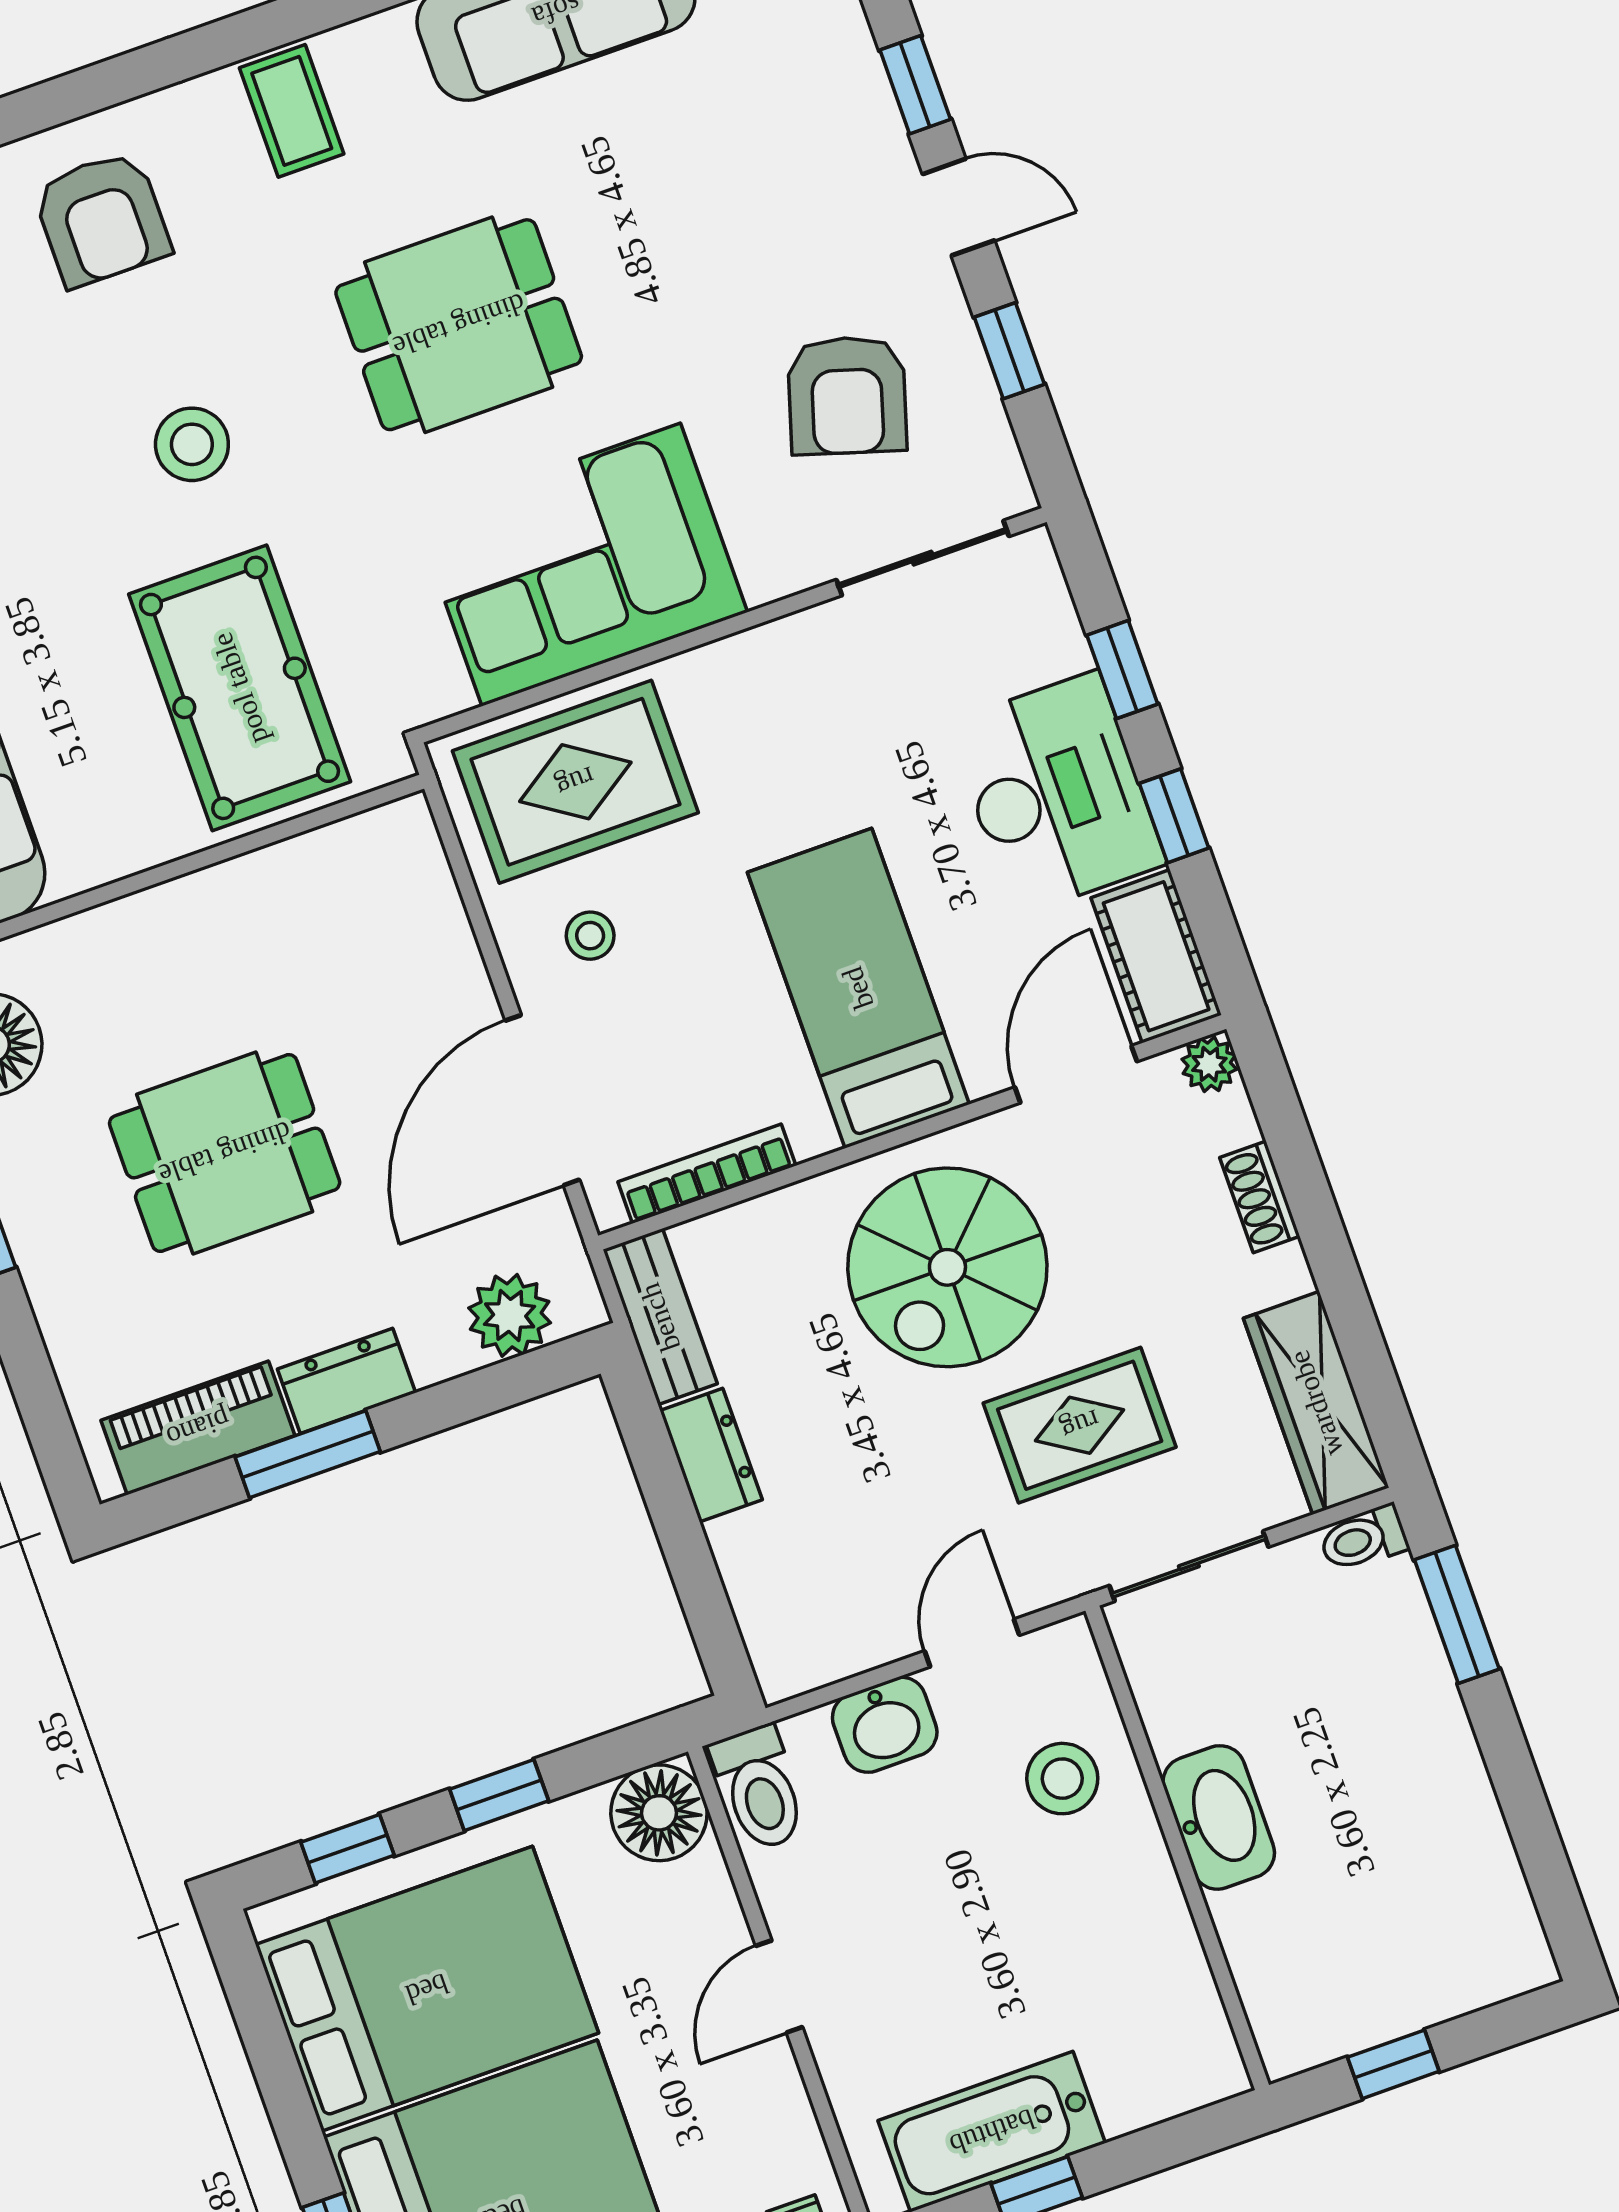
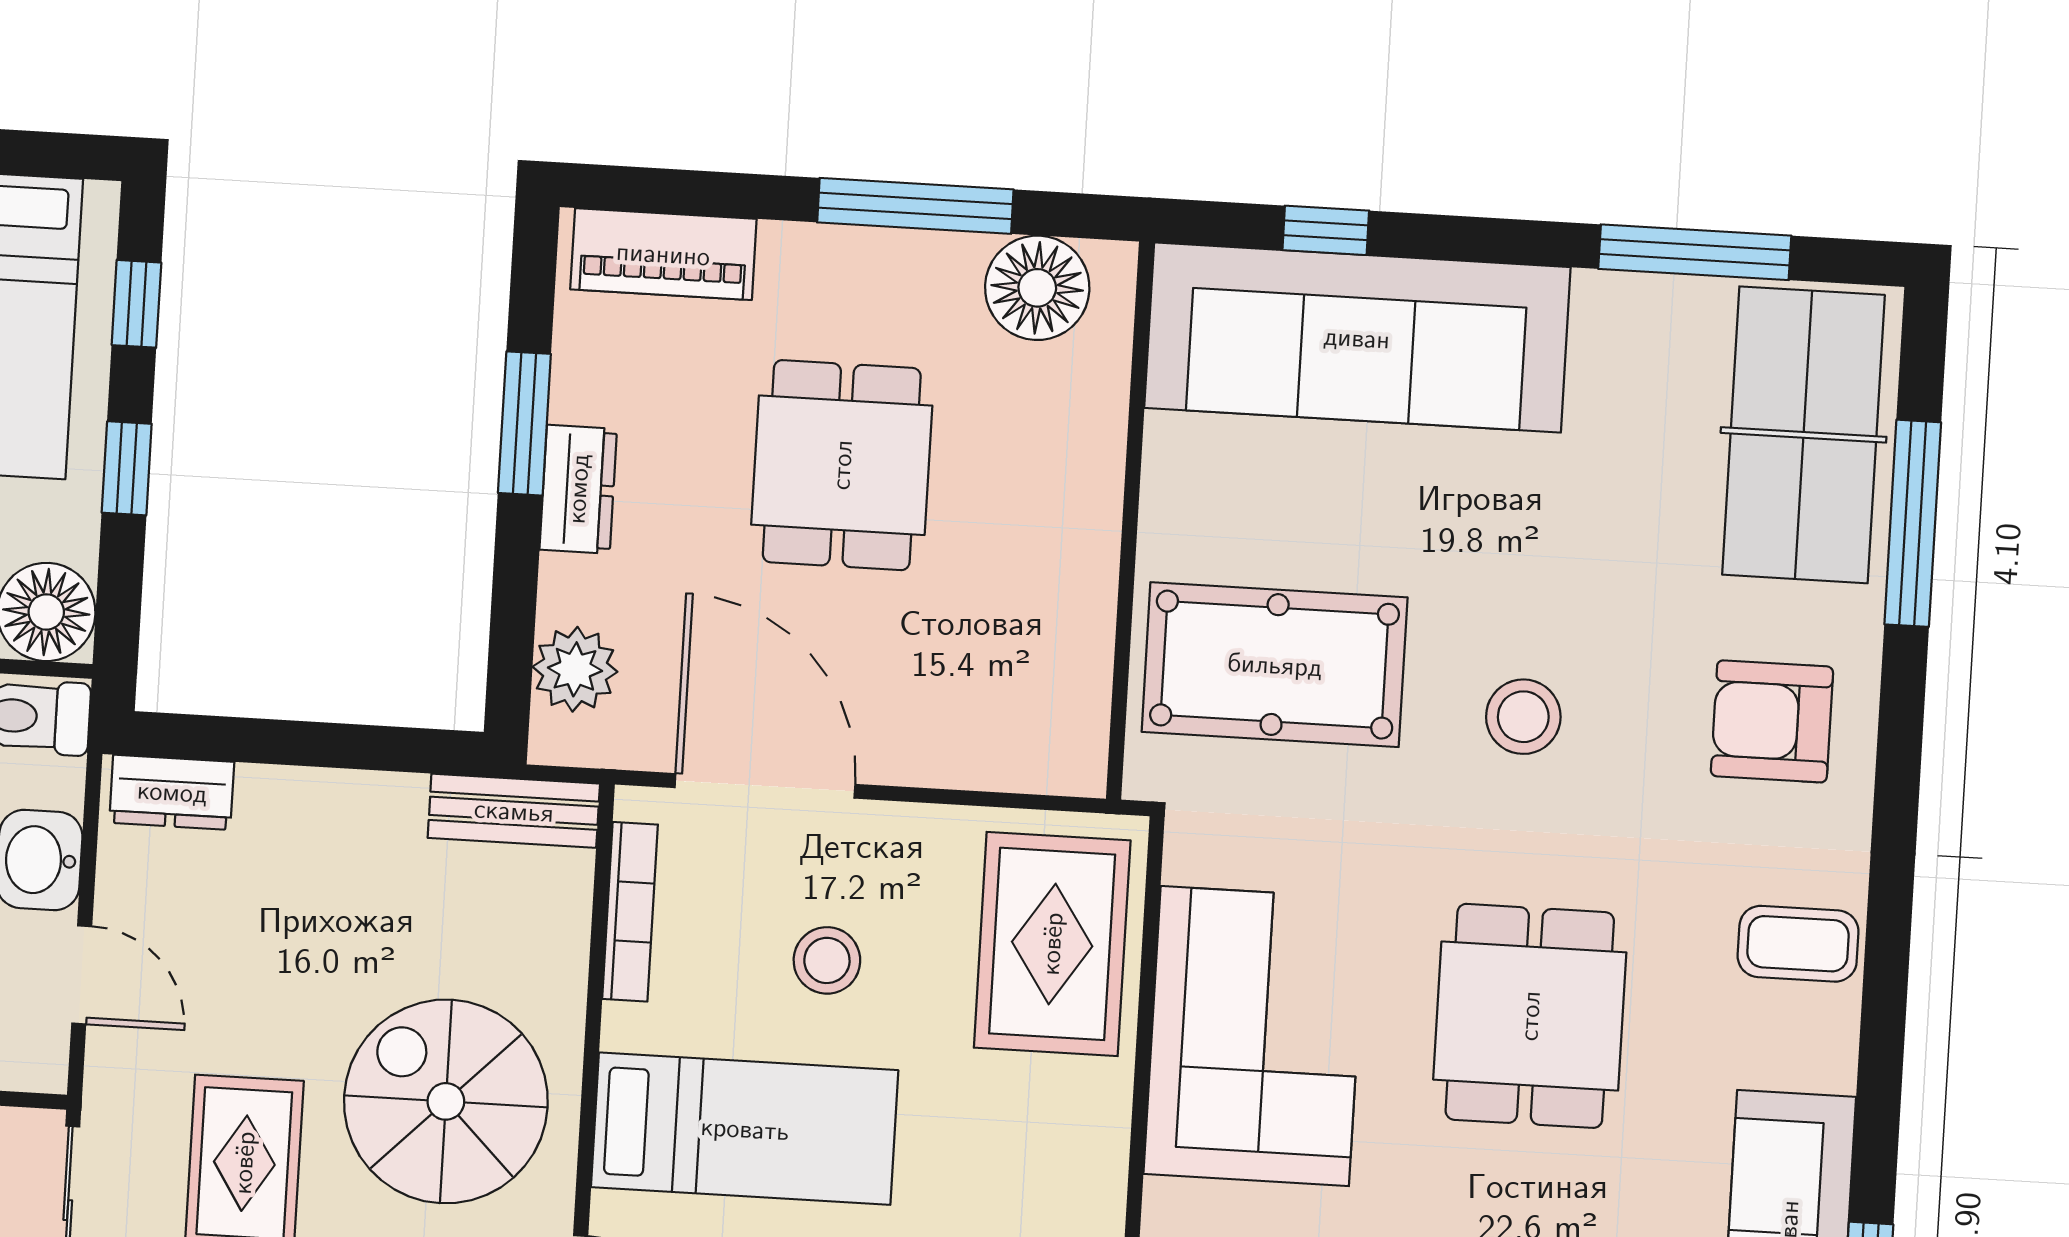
stool: (590, 936) -> (827, 960), moved, width x1.37, depth x1.37
piano: (198, 1428) -> (663, 254), moved, turned 90
dresser: (711, 1455) -> (172, 792), moved

